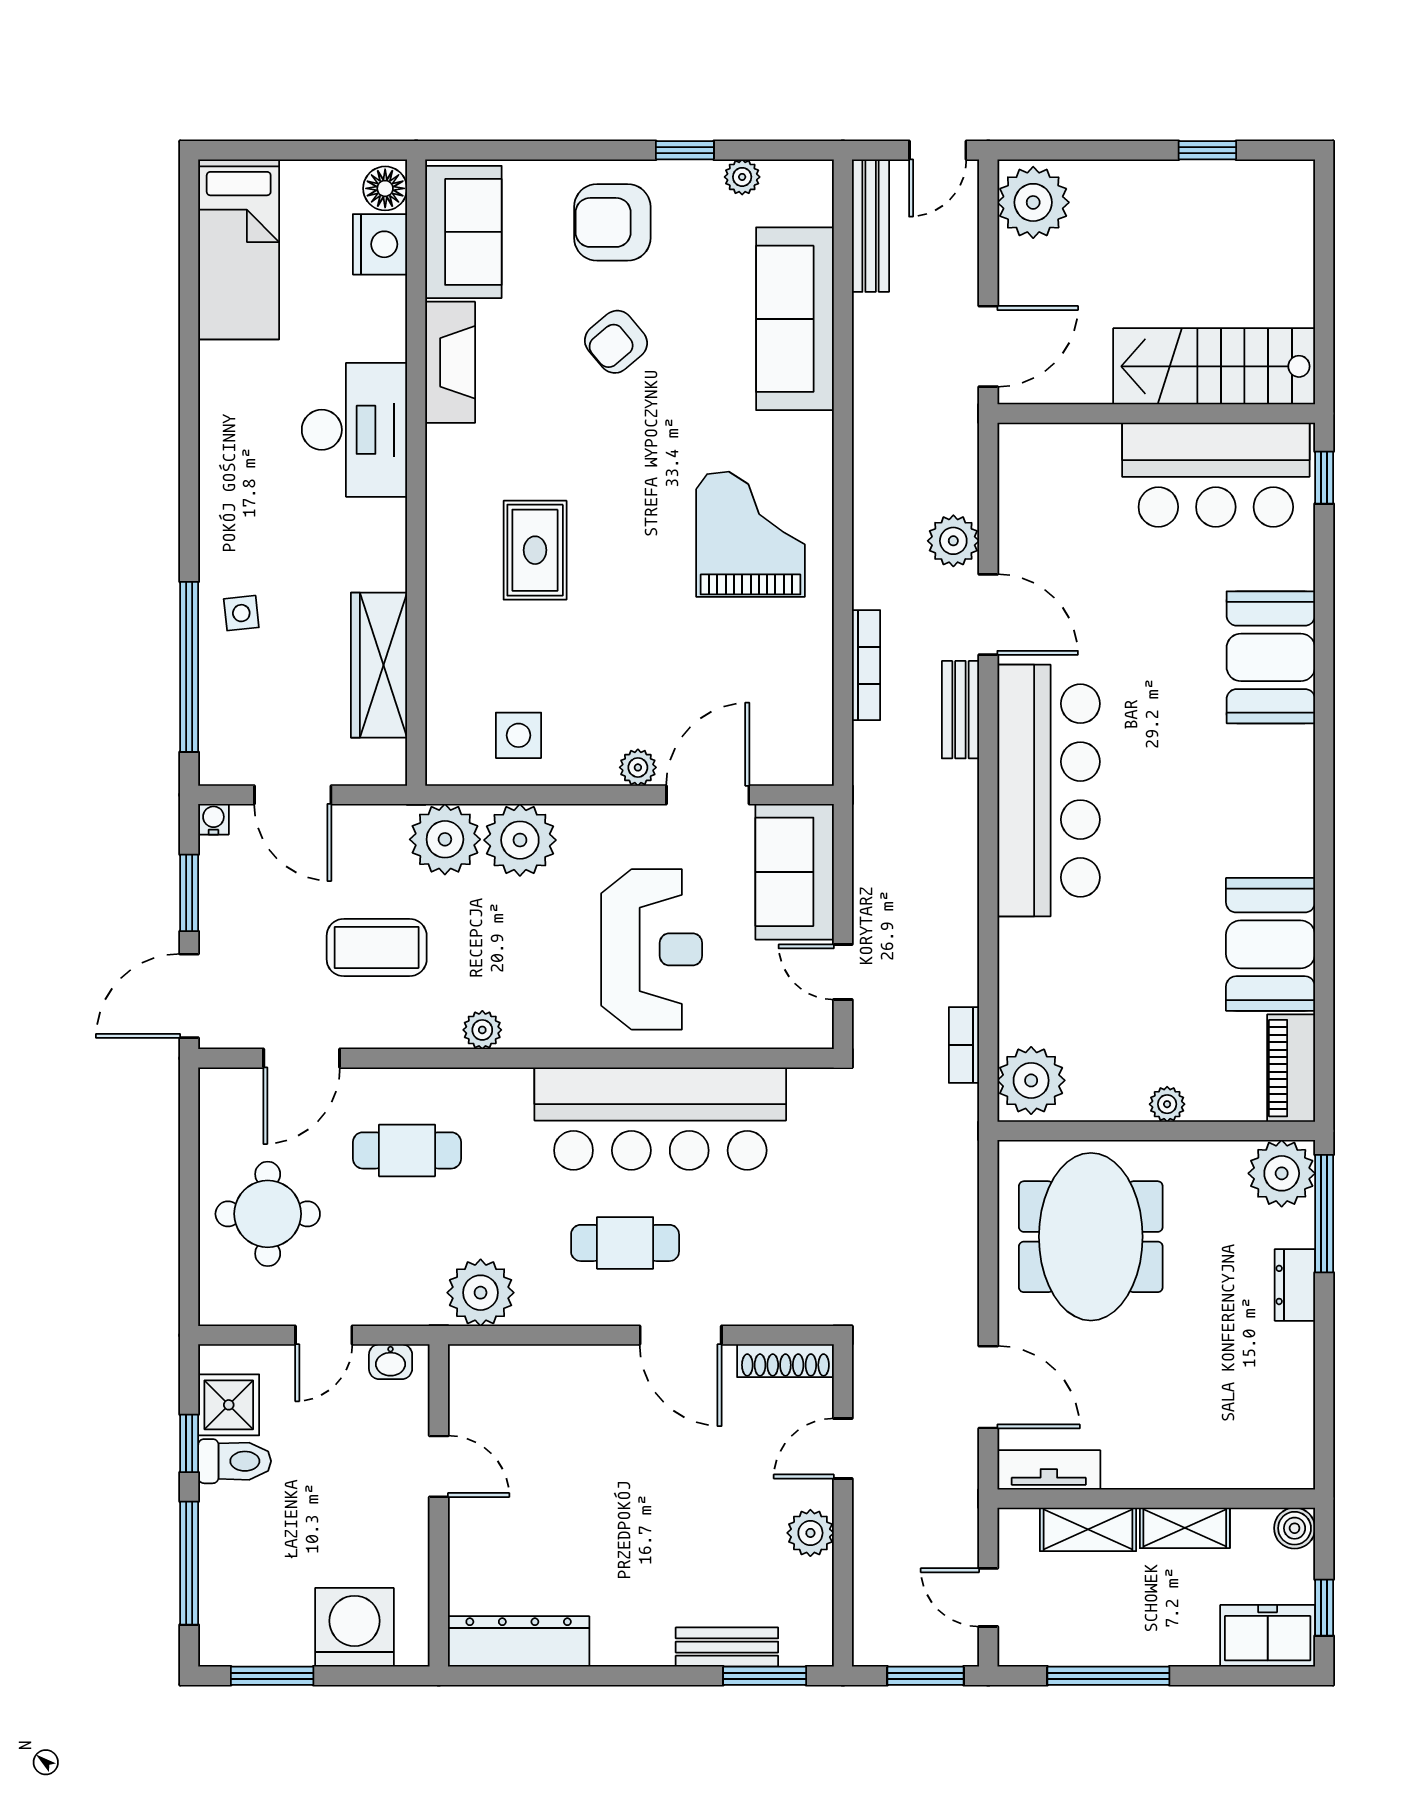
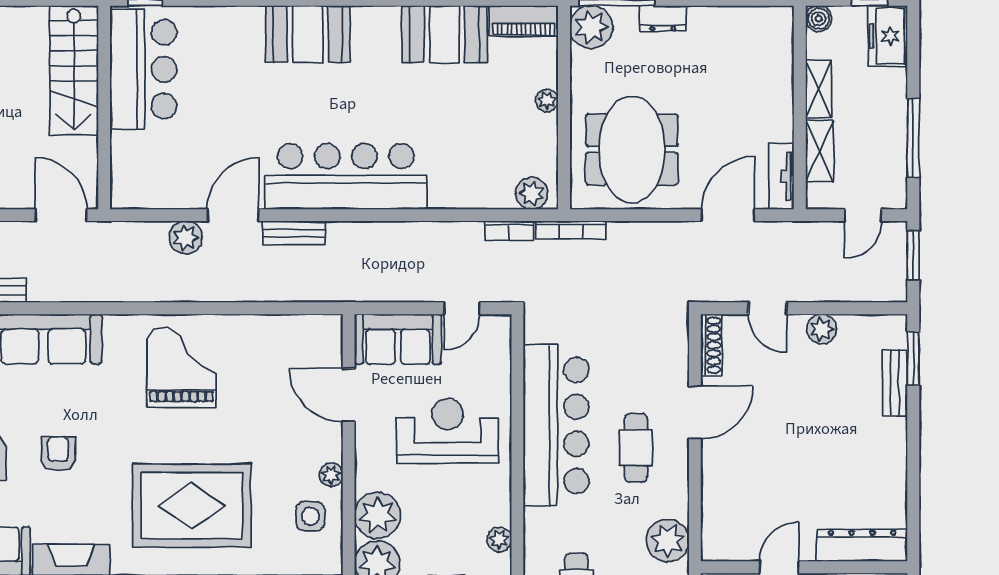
armchair: (616, 342) -> (58, 454), turned -140
grand piano: (751, 534) -> (182, 367), turned 90
rug: (535, 550) -> (192, 506), width x1.86, depth x2.06
booth: (1271, 657) -> (308, 34), moved
bookcase: (866, 665) -> (571, 230), moved, turned 180
plant: (638, 767) -> (331, 475), moved
plant: (1031, 1080) -> (532, 193), width x0.73, depth x0.73
meeting table: (1091, 1237) -> (632, 149), turned 90
dresser: (519, 1641) -> (862, 545), moved, turned 90

